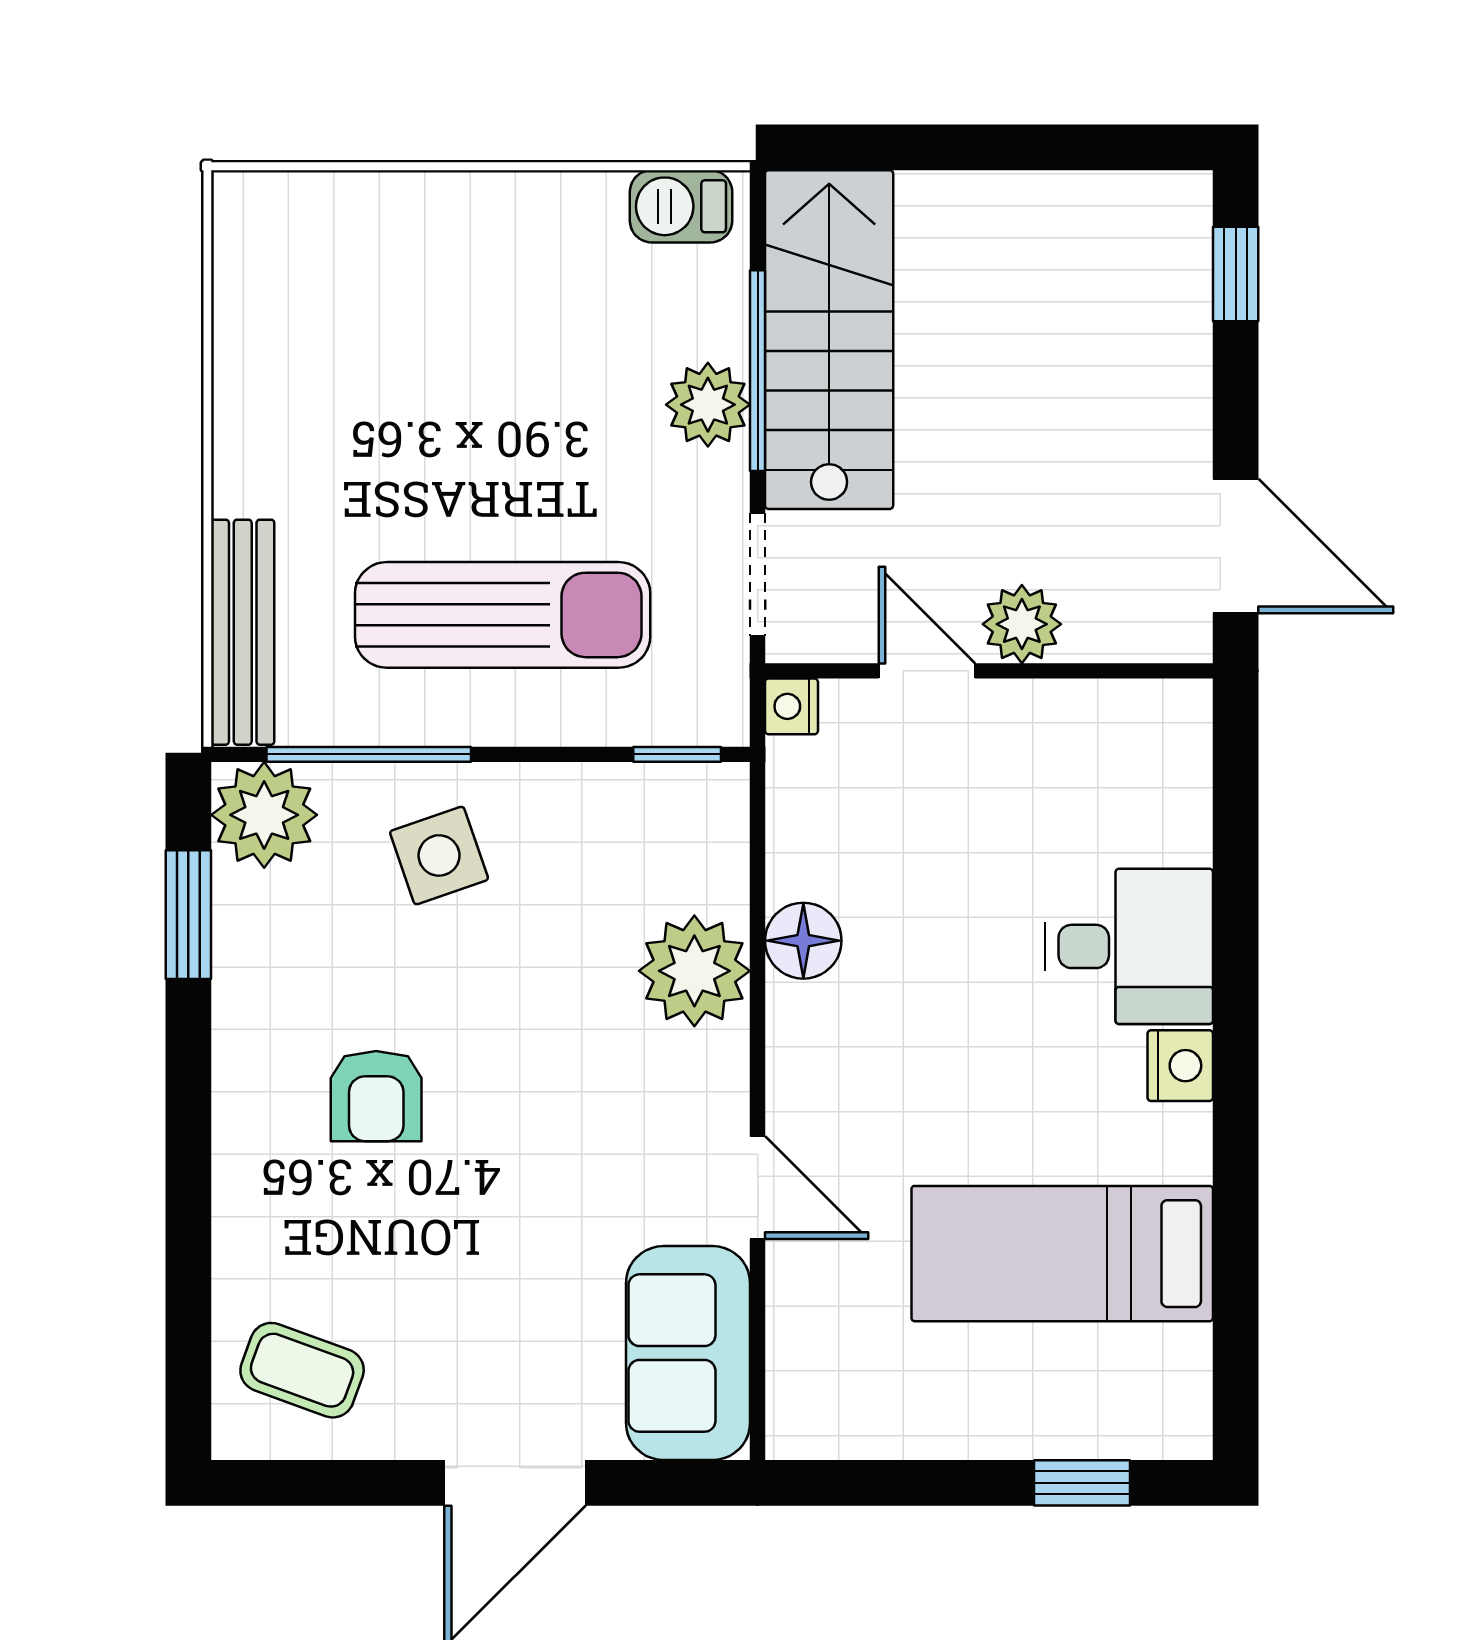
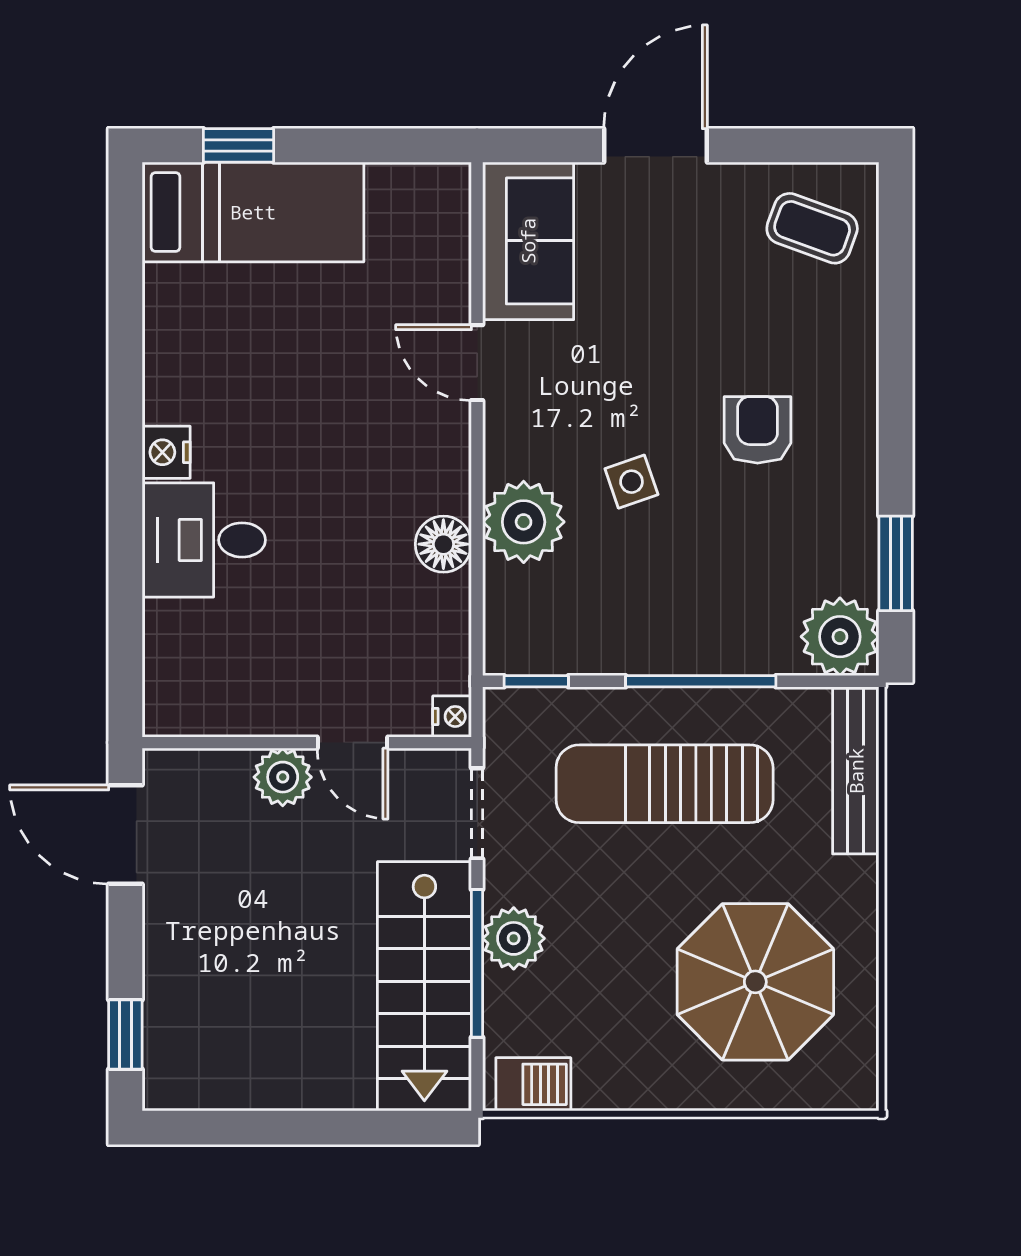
parasol: (379, 346) -> (755, 982), added
window: (369, 754) -> (701, 681), moved
side table: (439, 855) -> (631, 482), moved, width x0.73, depth x0.73
bed: (1062, 1254) -> (253, 212), moved

